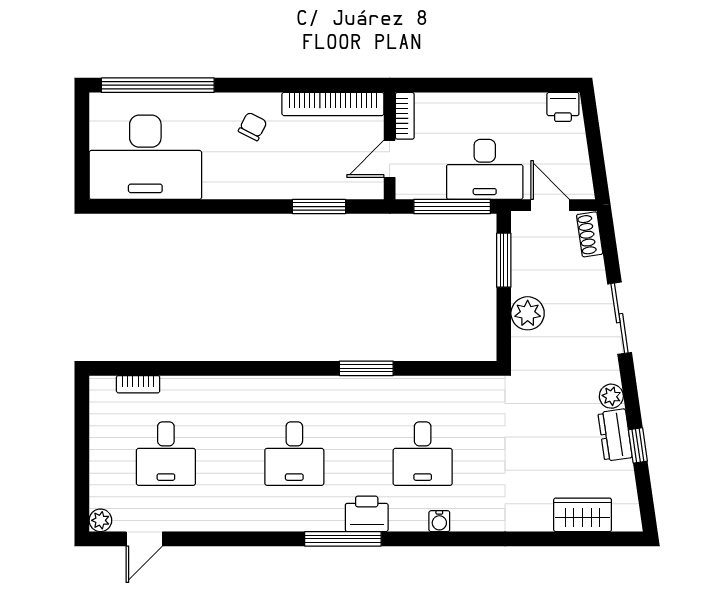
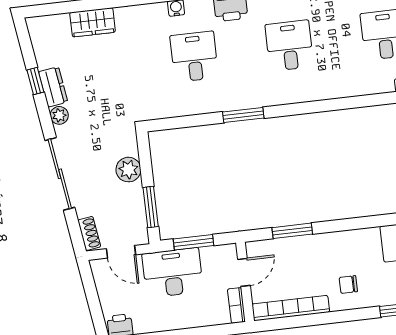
chair: (253, 126) -> (348, 285), turned 63
window: (452, 207) -> (194, 242), width x0.69
sliding door: (620, 318) -> (60, 174), width x1.37
wardrobe: (583, 515) -> (93, 22), moved

